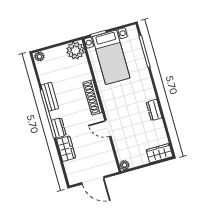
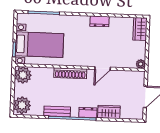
plant: (39, 56) -> (22, 105), width x1.87, depth x1.87

